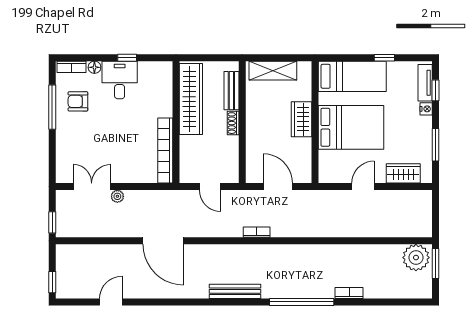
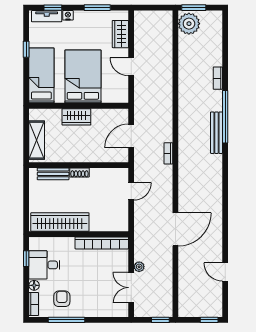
wardrobe: (191, 99) -> (60, 222), moved
armchair: (78, 101) -> (62, 299), turned 180
wall: (176, 122) -> (79, 234), moved
bookcase: (165, 150) -> (102, 243), moved
bench: (235, 291) -> (216, 133), moved

